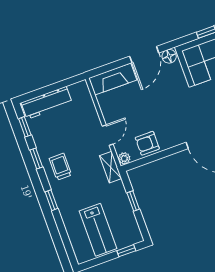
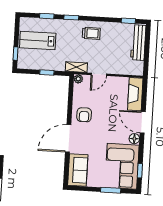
door: (108, 135) -> (99, 74), hinge flipped
armchair: (147, 143) -> (84, 115), moved, turned 180
window: (36, 158) -> (47, 16), moved

